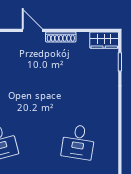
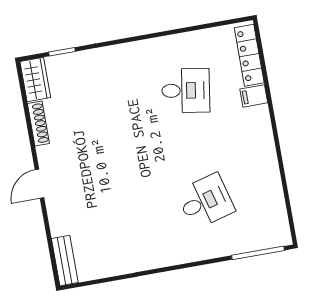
shoe rack: (61, 37) -> (38, 123), moved

